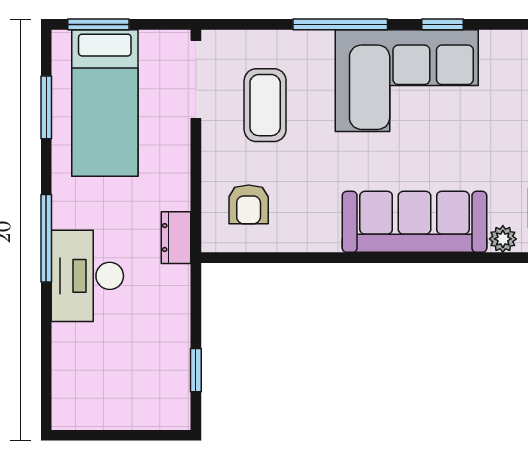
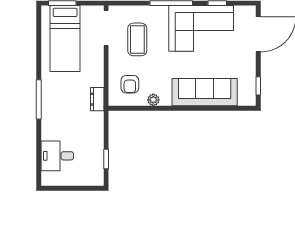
window: (46, 107) -> (39, 40), removed
plant: (503, 239) -> (153, 100), moved
desk: (87, 276) -> (57, 156), moved, width x0.73

